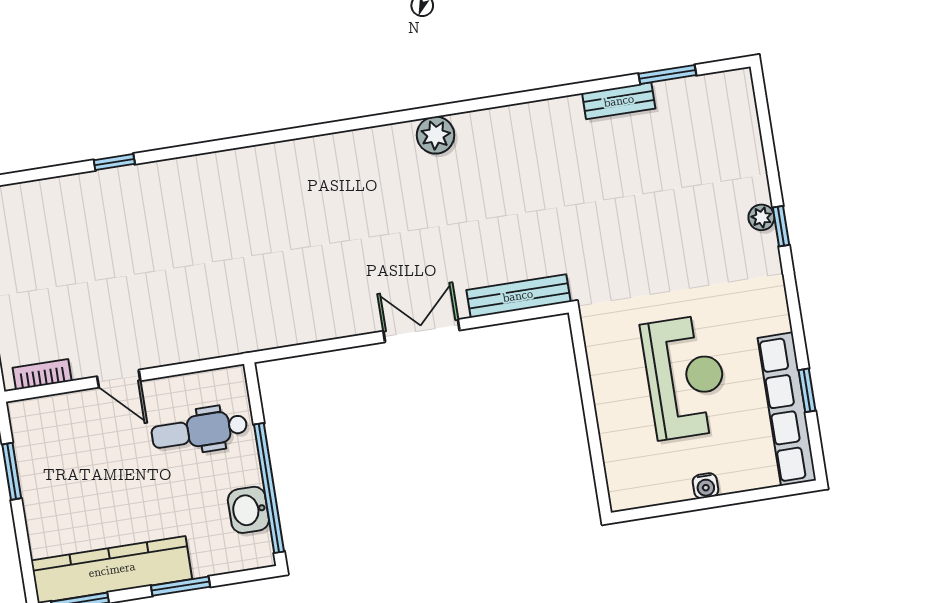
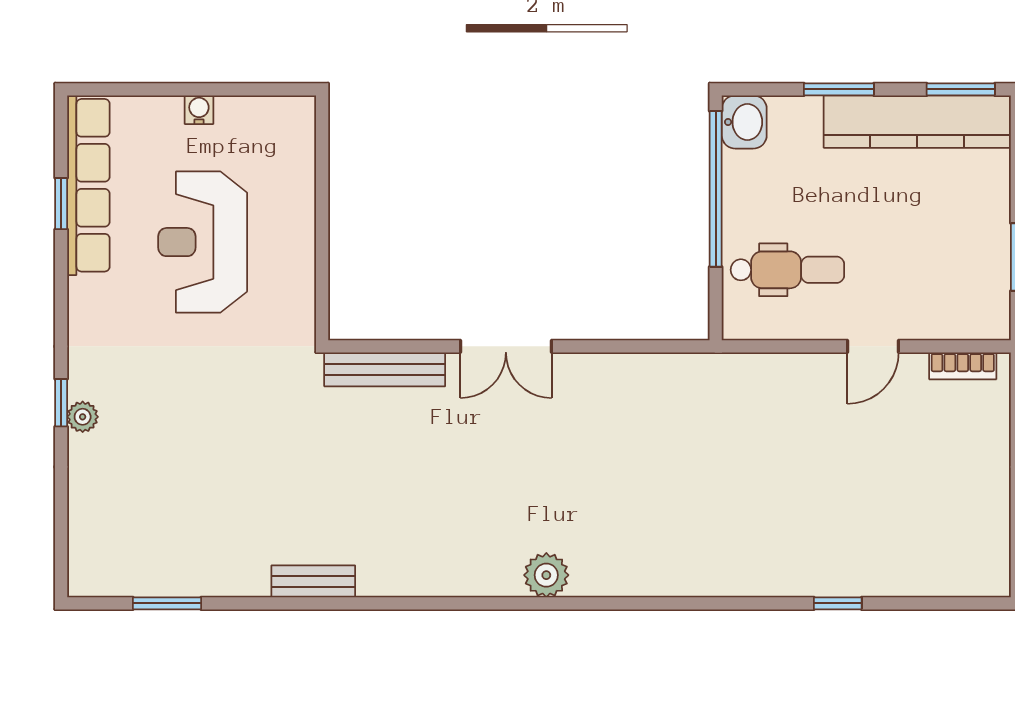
bench: (619, 101) -> (313, 581), moved
plant: (436, 135) -> (546, 575), moved
door: (119, 379) -> (873, 346), swing flipped
washbasin: (248, 510) -> (744, 122), moved

